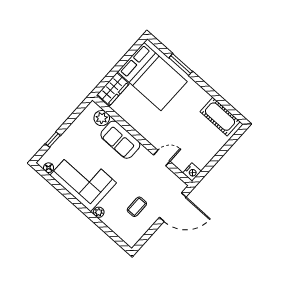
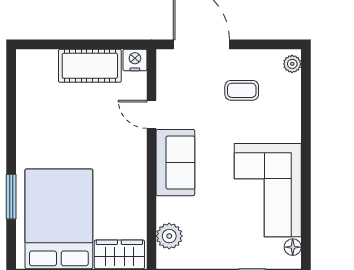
cot: (220, 117) -> (90, 66), moved, turned 90
sofa: (120, 140) -> (175, 163), moved
plant: (99, 212) -> (292, 64), moved

